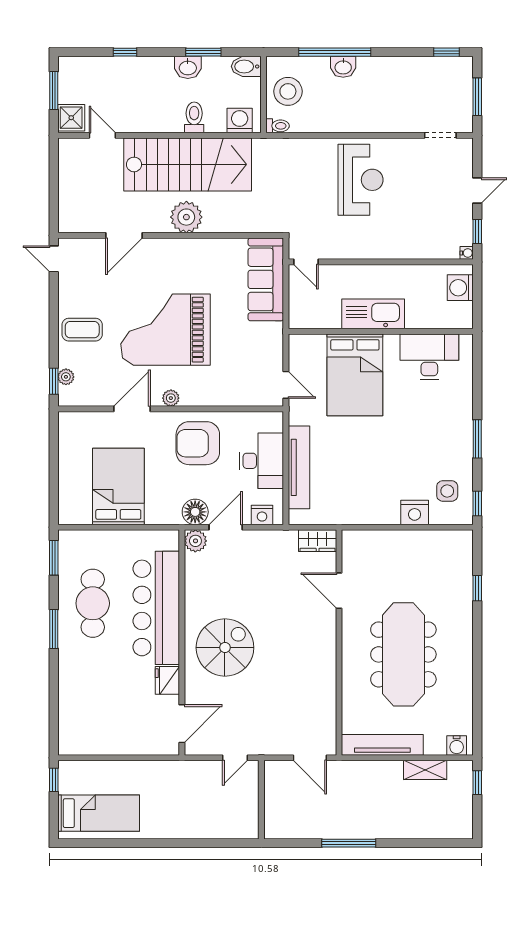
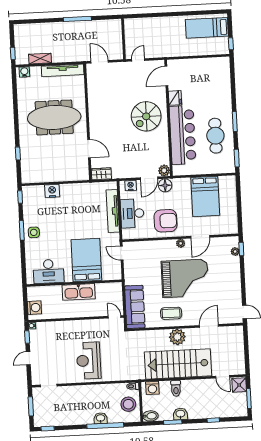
coffee table: (82, 330) -> (171, 313), moved
side table: (447, 491) -> (34, 232), moved
meeting table: (403, 654) -> (54, 117), turned 90

